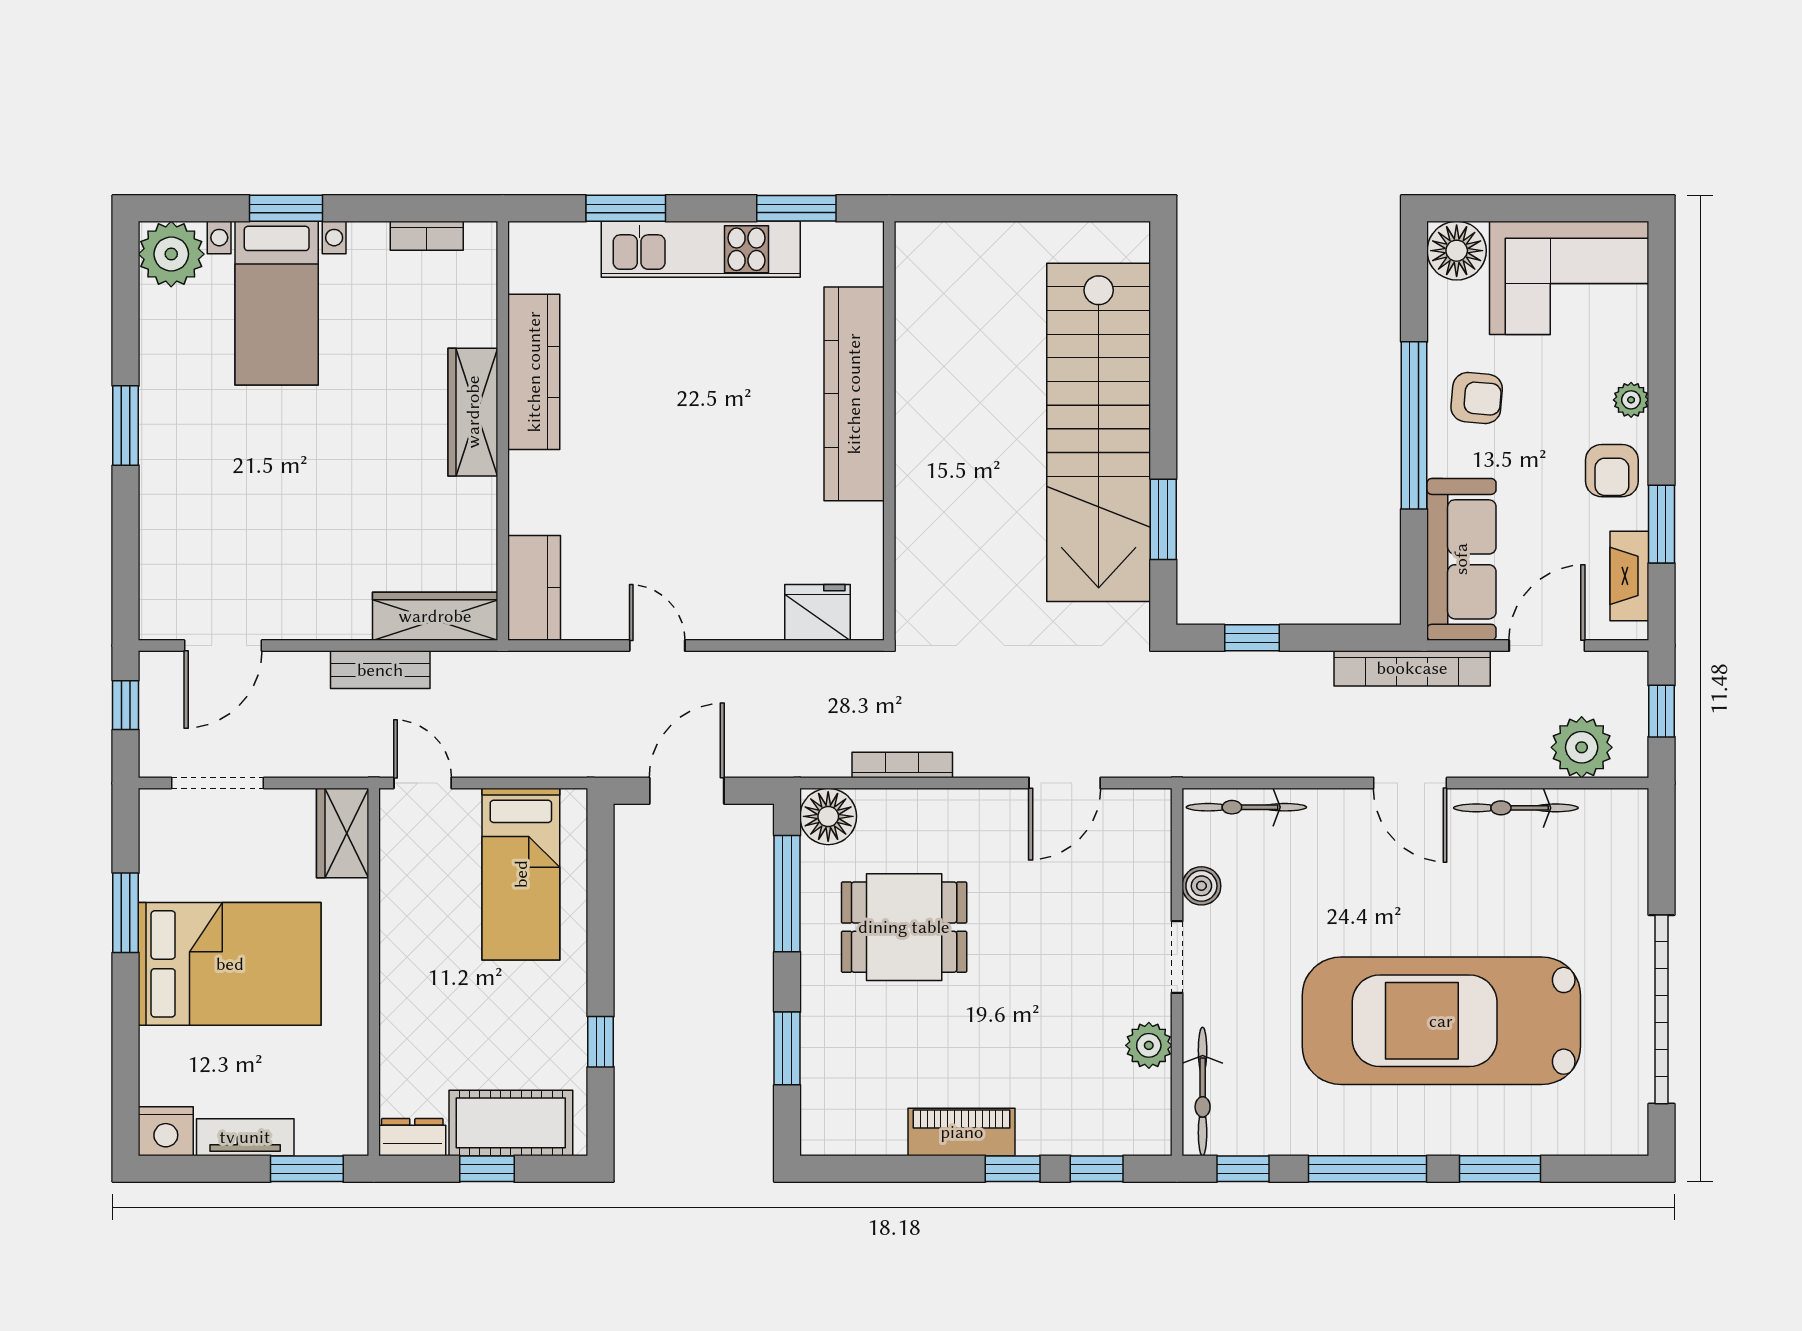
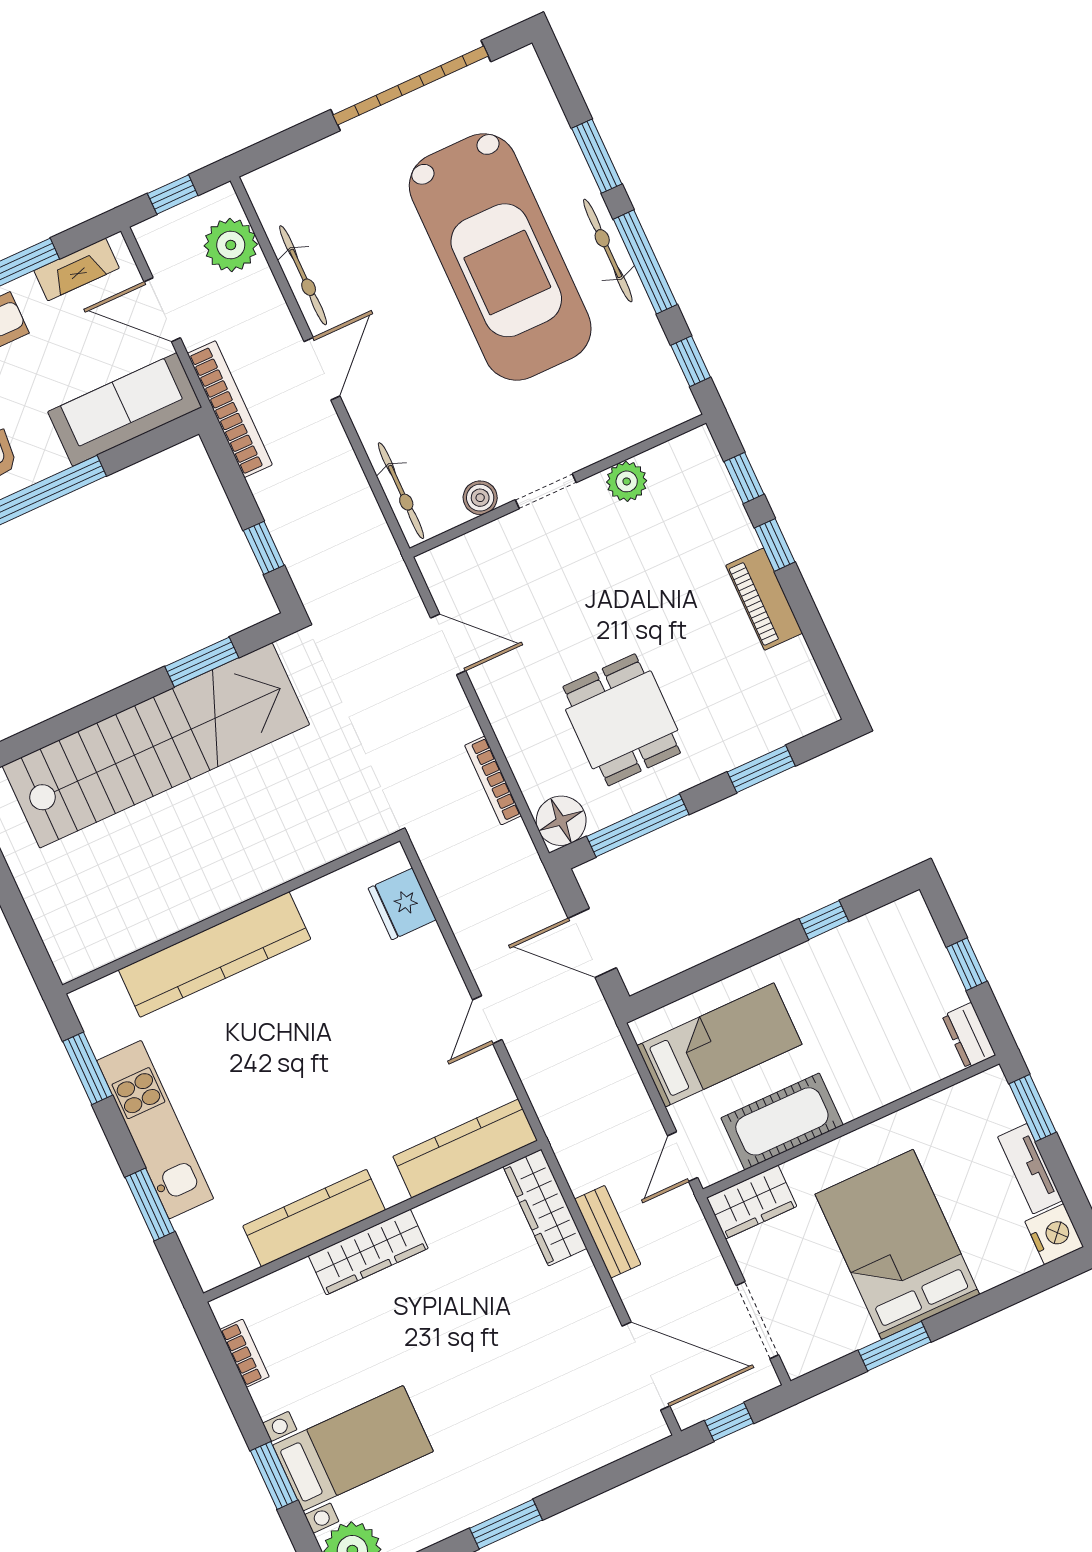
kitchen counter: (534, 588) -> (465, 1149), width x1.50
door: (223, 646) -> (646, 1366), width x1.36
bicycle: (1203, 1091) -> (608, 251), moved, turned -90
cot: (511, 1123) -> (782, 1121), moved, turned 90

